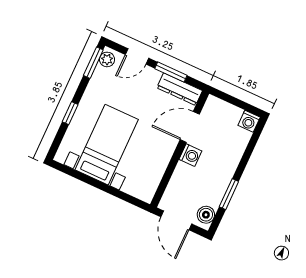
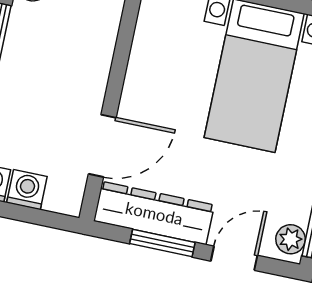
dresser: (180, 89) -> (154, 213), width x1.37, depth x1.24
washing machine: (190, 155) -> (27, 190), moved, turned 90

